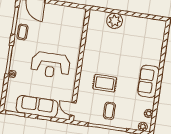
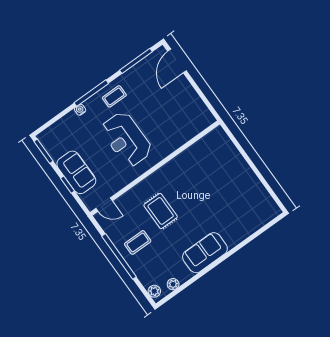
plant: (115, 21) -> (232, 160), removed
coffee table: (22, 32) -> (114, 96), moved
sofa: (37, 106) -> (76, 172), width x0.73
door: (73, 109) -> (104, 205), swing flipped

